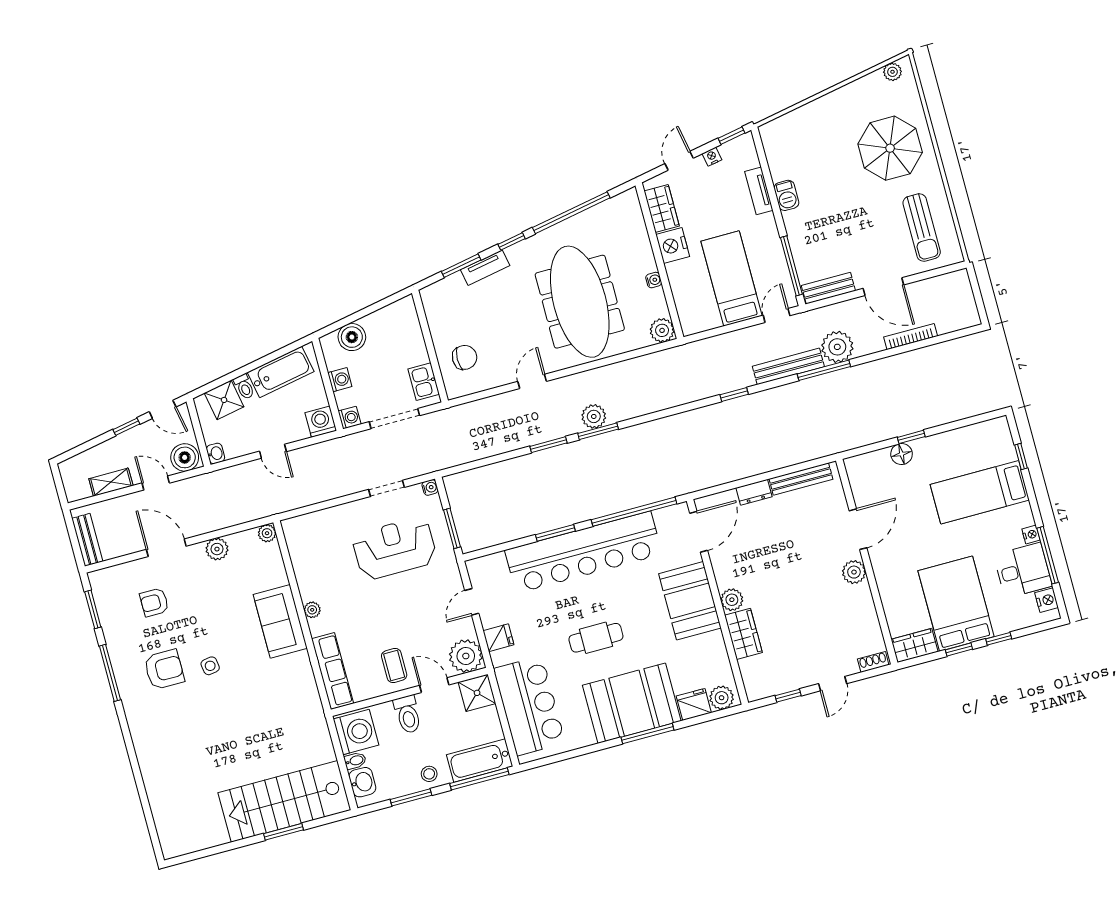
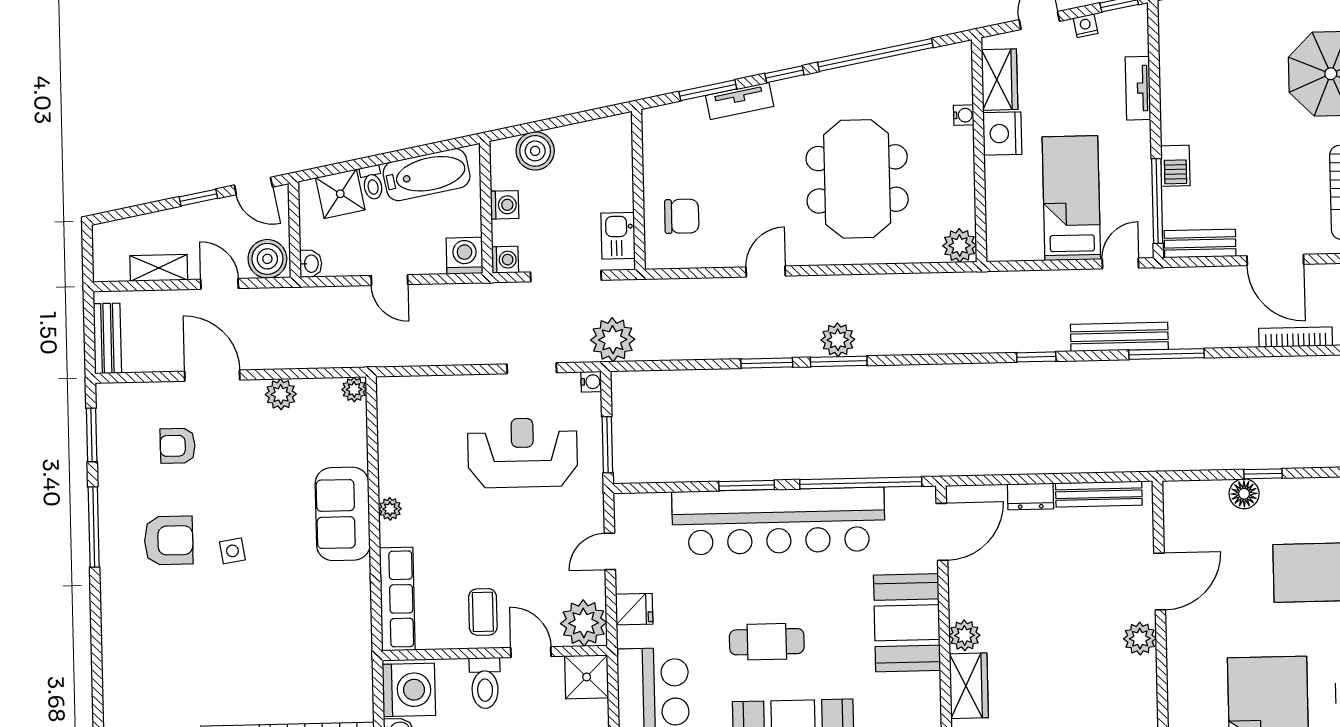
barbecue: (786, 195) -> (1175, 166), moved
water cooler: (654, 280) -> (964, 115), moved
meeting table: (580, 302) -> (857, 179), width x0.73
plant: (837, 347) -> (613, 340), moved

